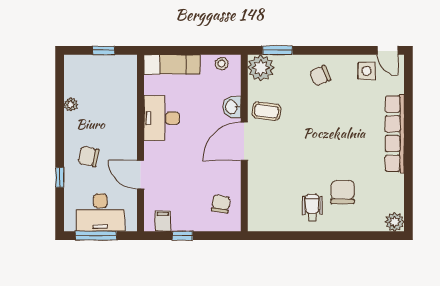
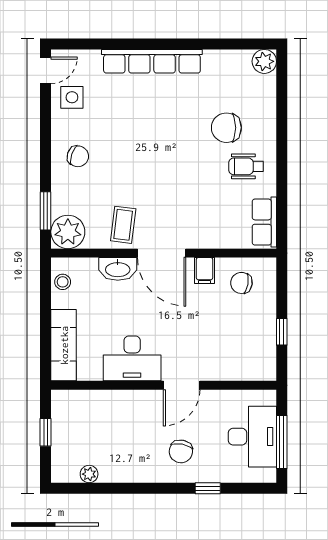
chair: (320, 76) -> (78, 156), turned -48
plant: (71, 105) -> (89, 474), moved
washbasin: (232, 107) -> (118, 269), width x1.38
door: (141, 175) -> (182, 385), moved
filing cabinet: (163, 221) -> (204, 271), moved, turned -90
row of seats: (269, 222) -> (264, 222), added

